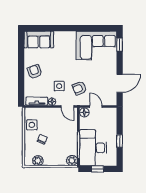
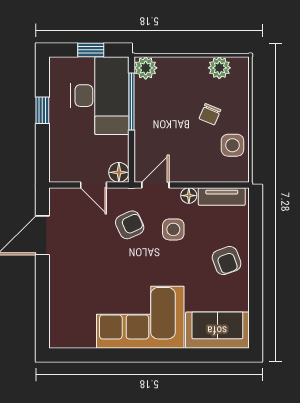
corner sofa: (96, 45) -> (140, 317), moved
window: (120, 45) -> (42, 319), removed
door: (67, 107) -> (155, 185), hinge flipped

